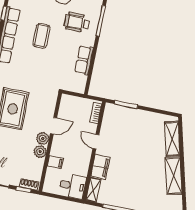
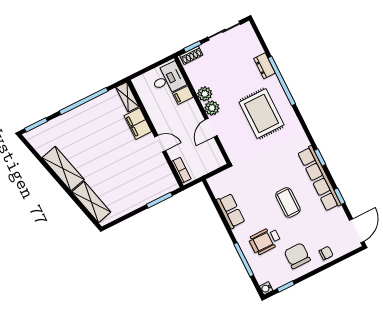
wheelchair: (77, 22) -> (265, 241), turned 180
desk: (72, 186) -> (168, 79), moved, turned 180

